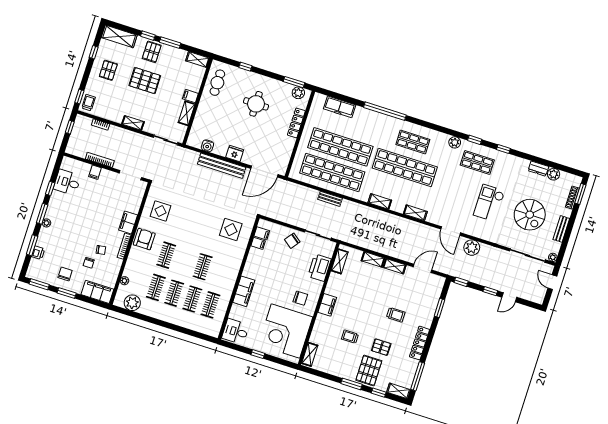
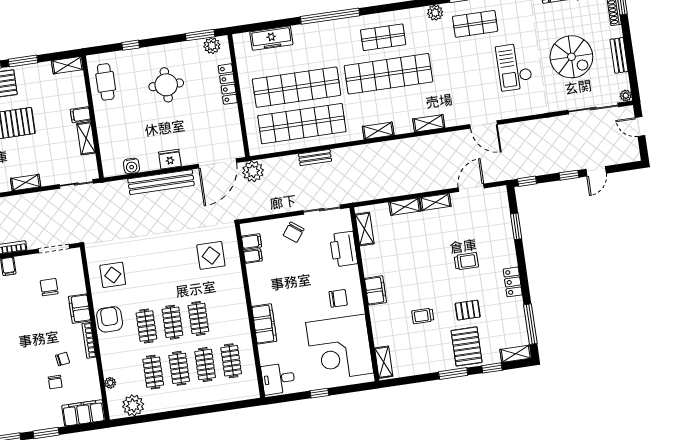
plant: (472, 248) -> (253, 171), moved
clothes rail: (184, 261) -> (172, 322), added
chair: (65, 274) -> (49, 287), moved
locker: (420, 343) -> (513, 282), width x0.66

